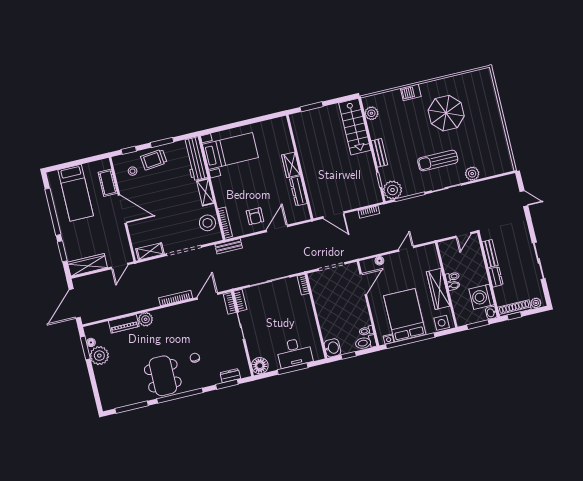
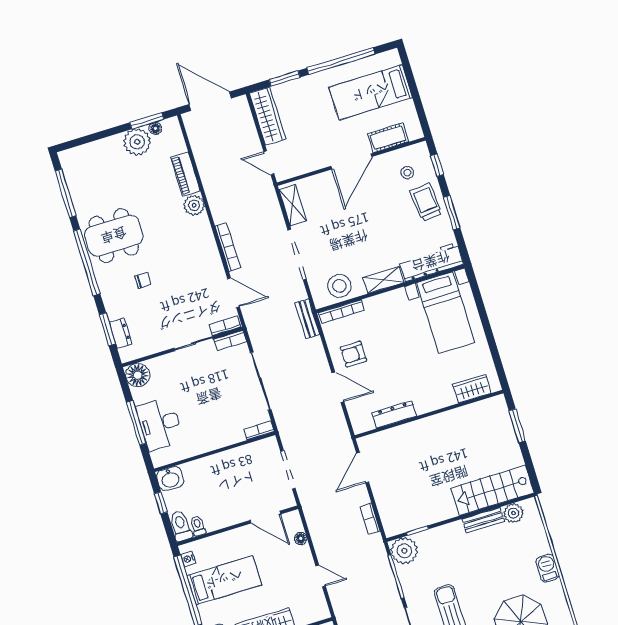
bench: (379, 153) -> (483, 520), moved
wardrobe: (291, 165) -> (472, 389), moved
bed: (405, 315) -> (224, 580), width x0.67

